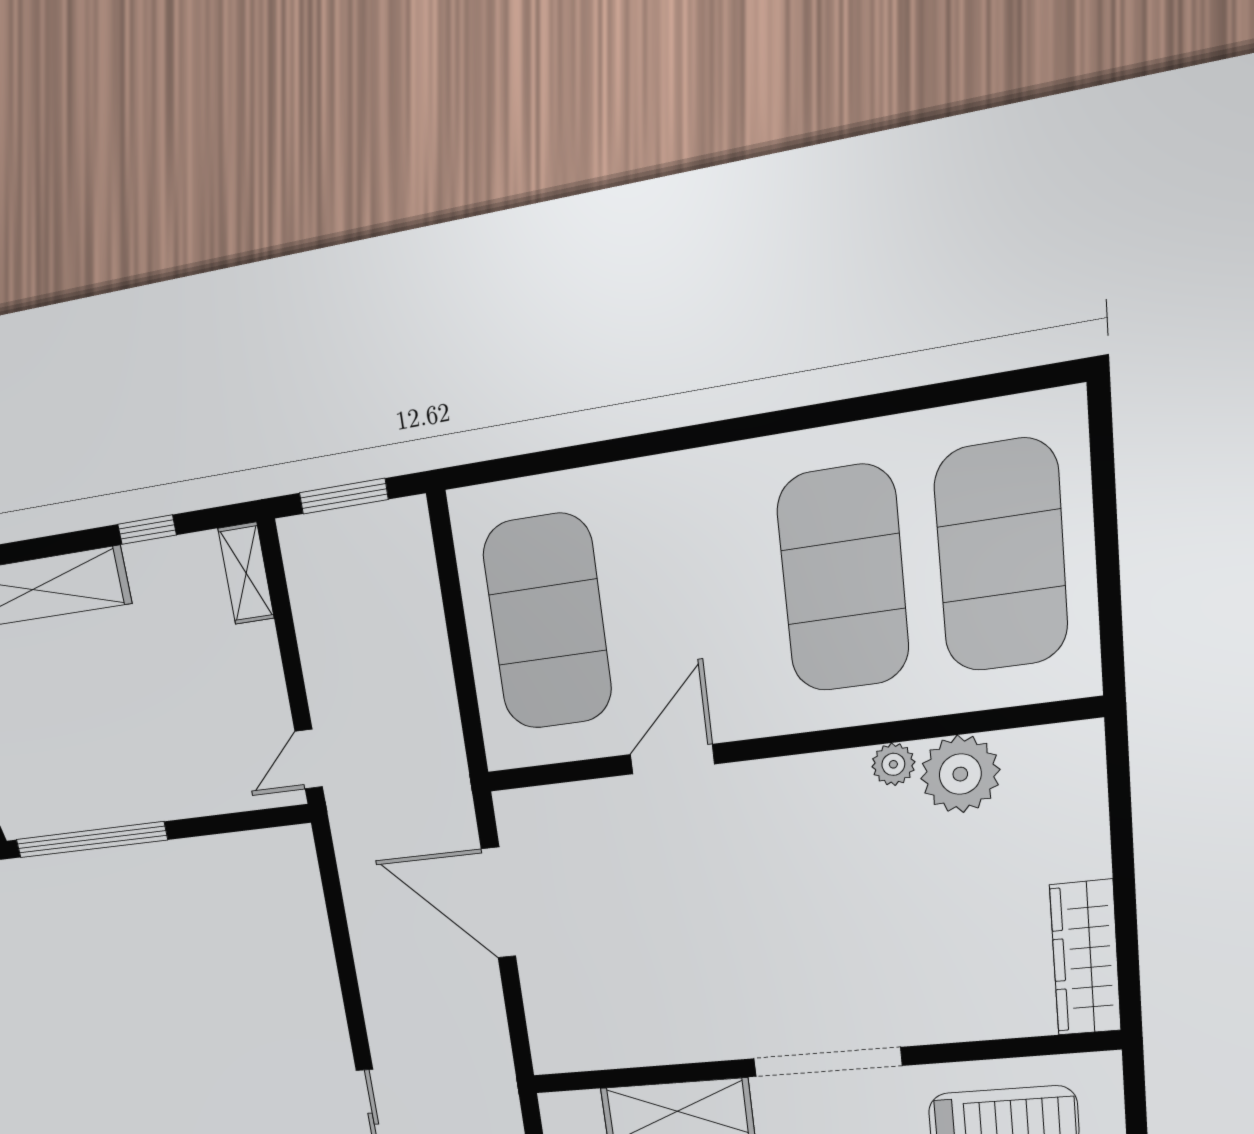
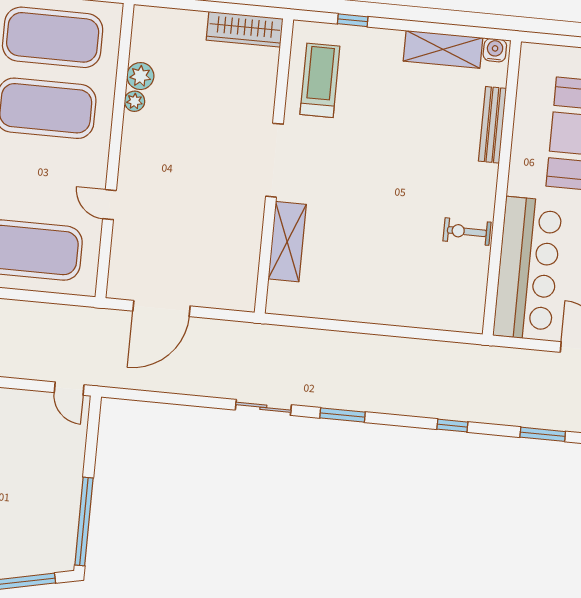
door: (672, 759) -> (109, 205), width x0.73
plant: (960, 774) -> (140, 76), width x0.73, depth x0.73

